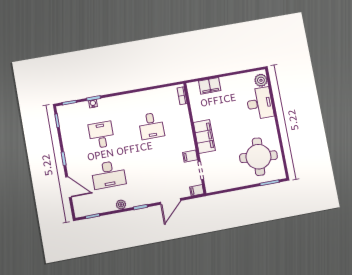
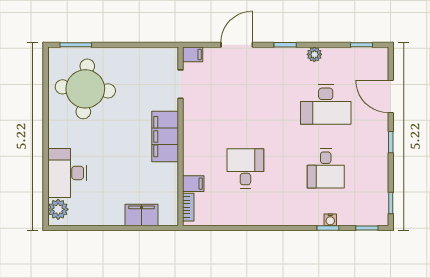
filing cabinet: (190, 156) -> (193, 184), moved
desk: (108, 175) -> (326, 104), turned 180

